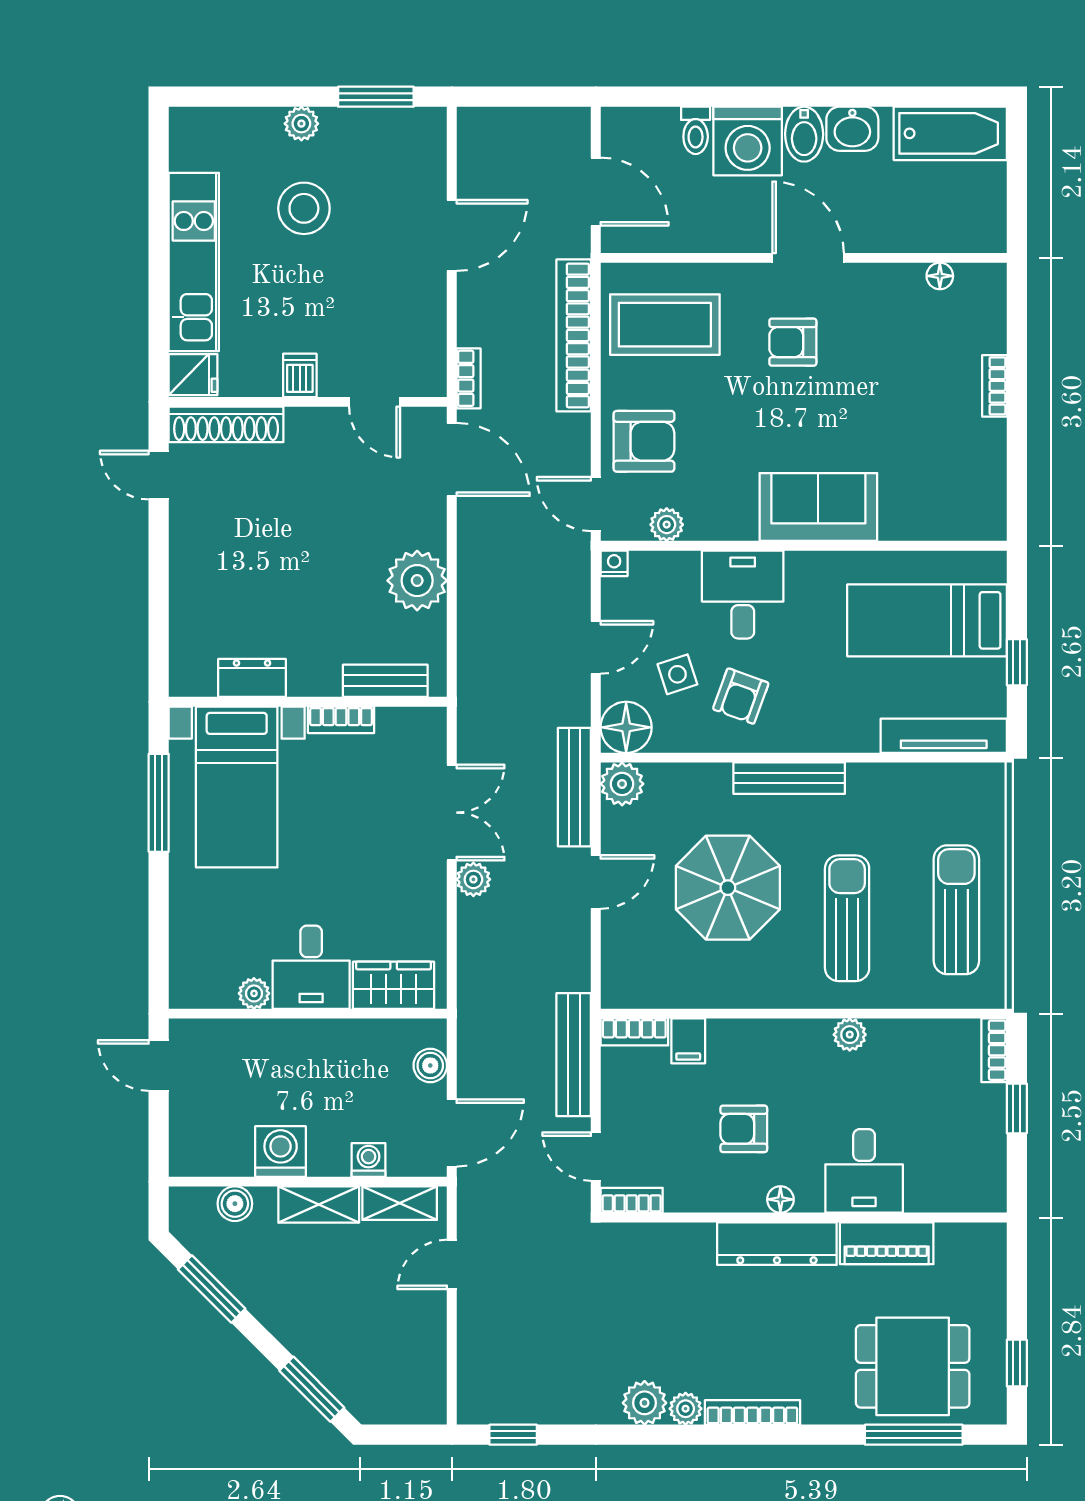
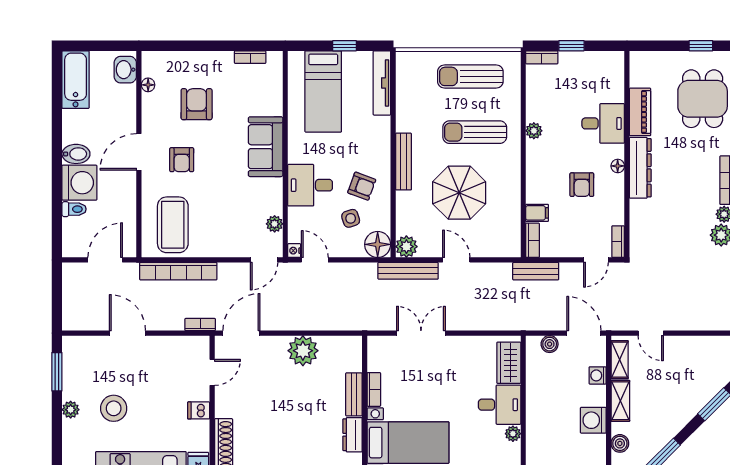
washbasin: (852, 129) -> (125, 70), moved, turned 180
bookcase: (994, 386) -> (250, 57), moved
armchair: (644, 441) -> (197, 104), moved
door: (596, 647) -> (315, 260), moved
bench: (385, 681) -> (354, 394), moved
plant: (473, 879) -> (455, 322), removed
bench: (574, 1055) -> (536, 271), width x0.73

